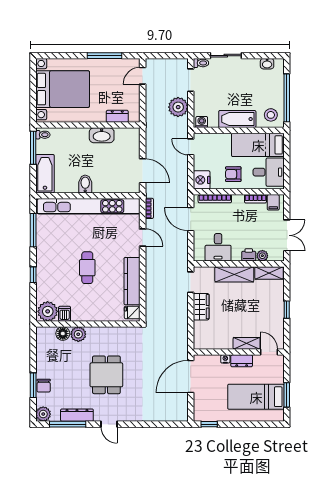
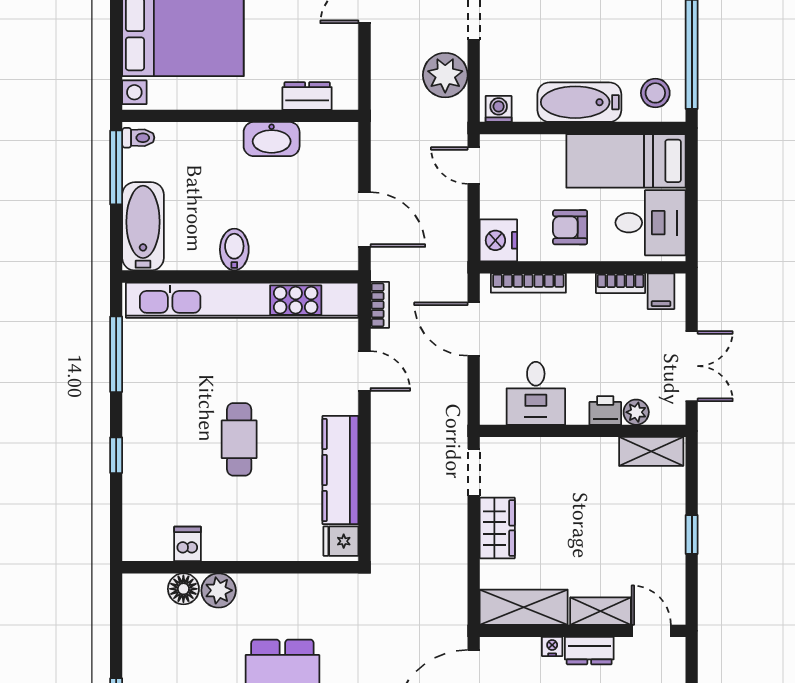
shelving: (234, 274) -> (524, 607), moved
plant: (48, 311) -> (149, 539), removed

